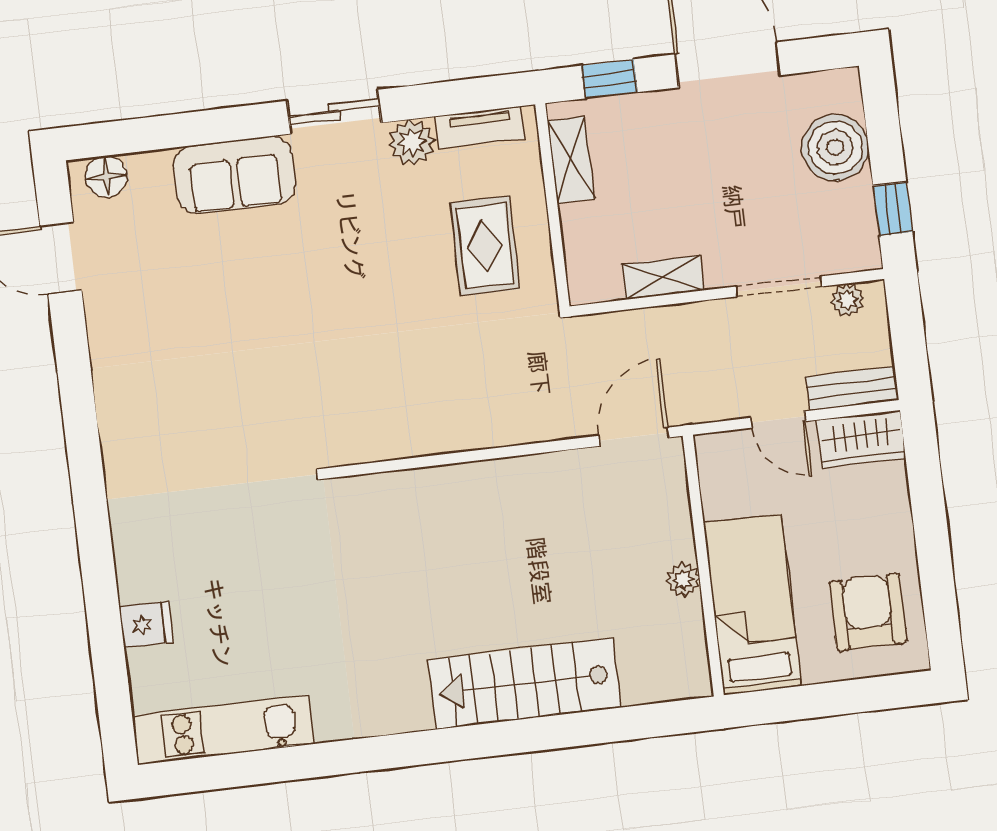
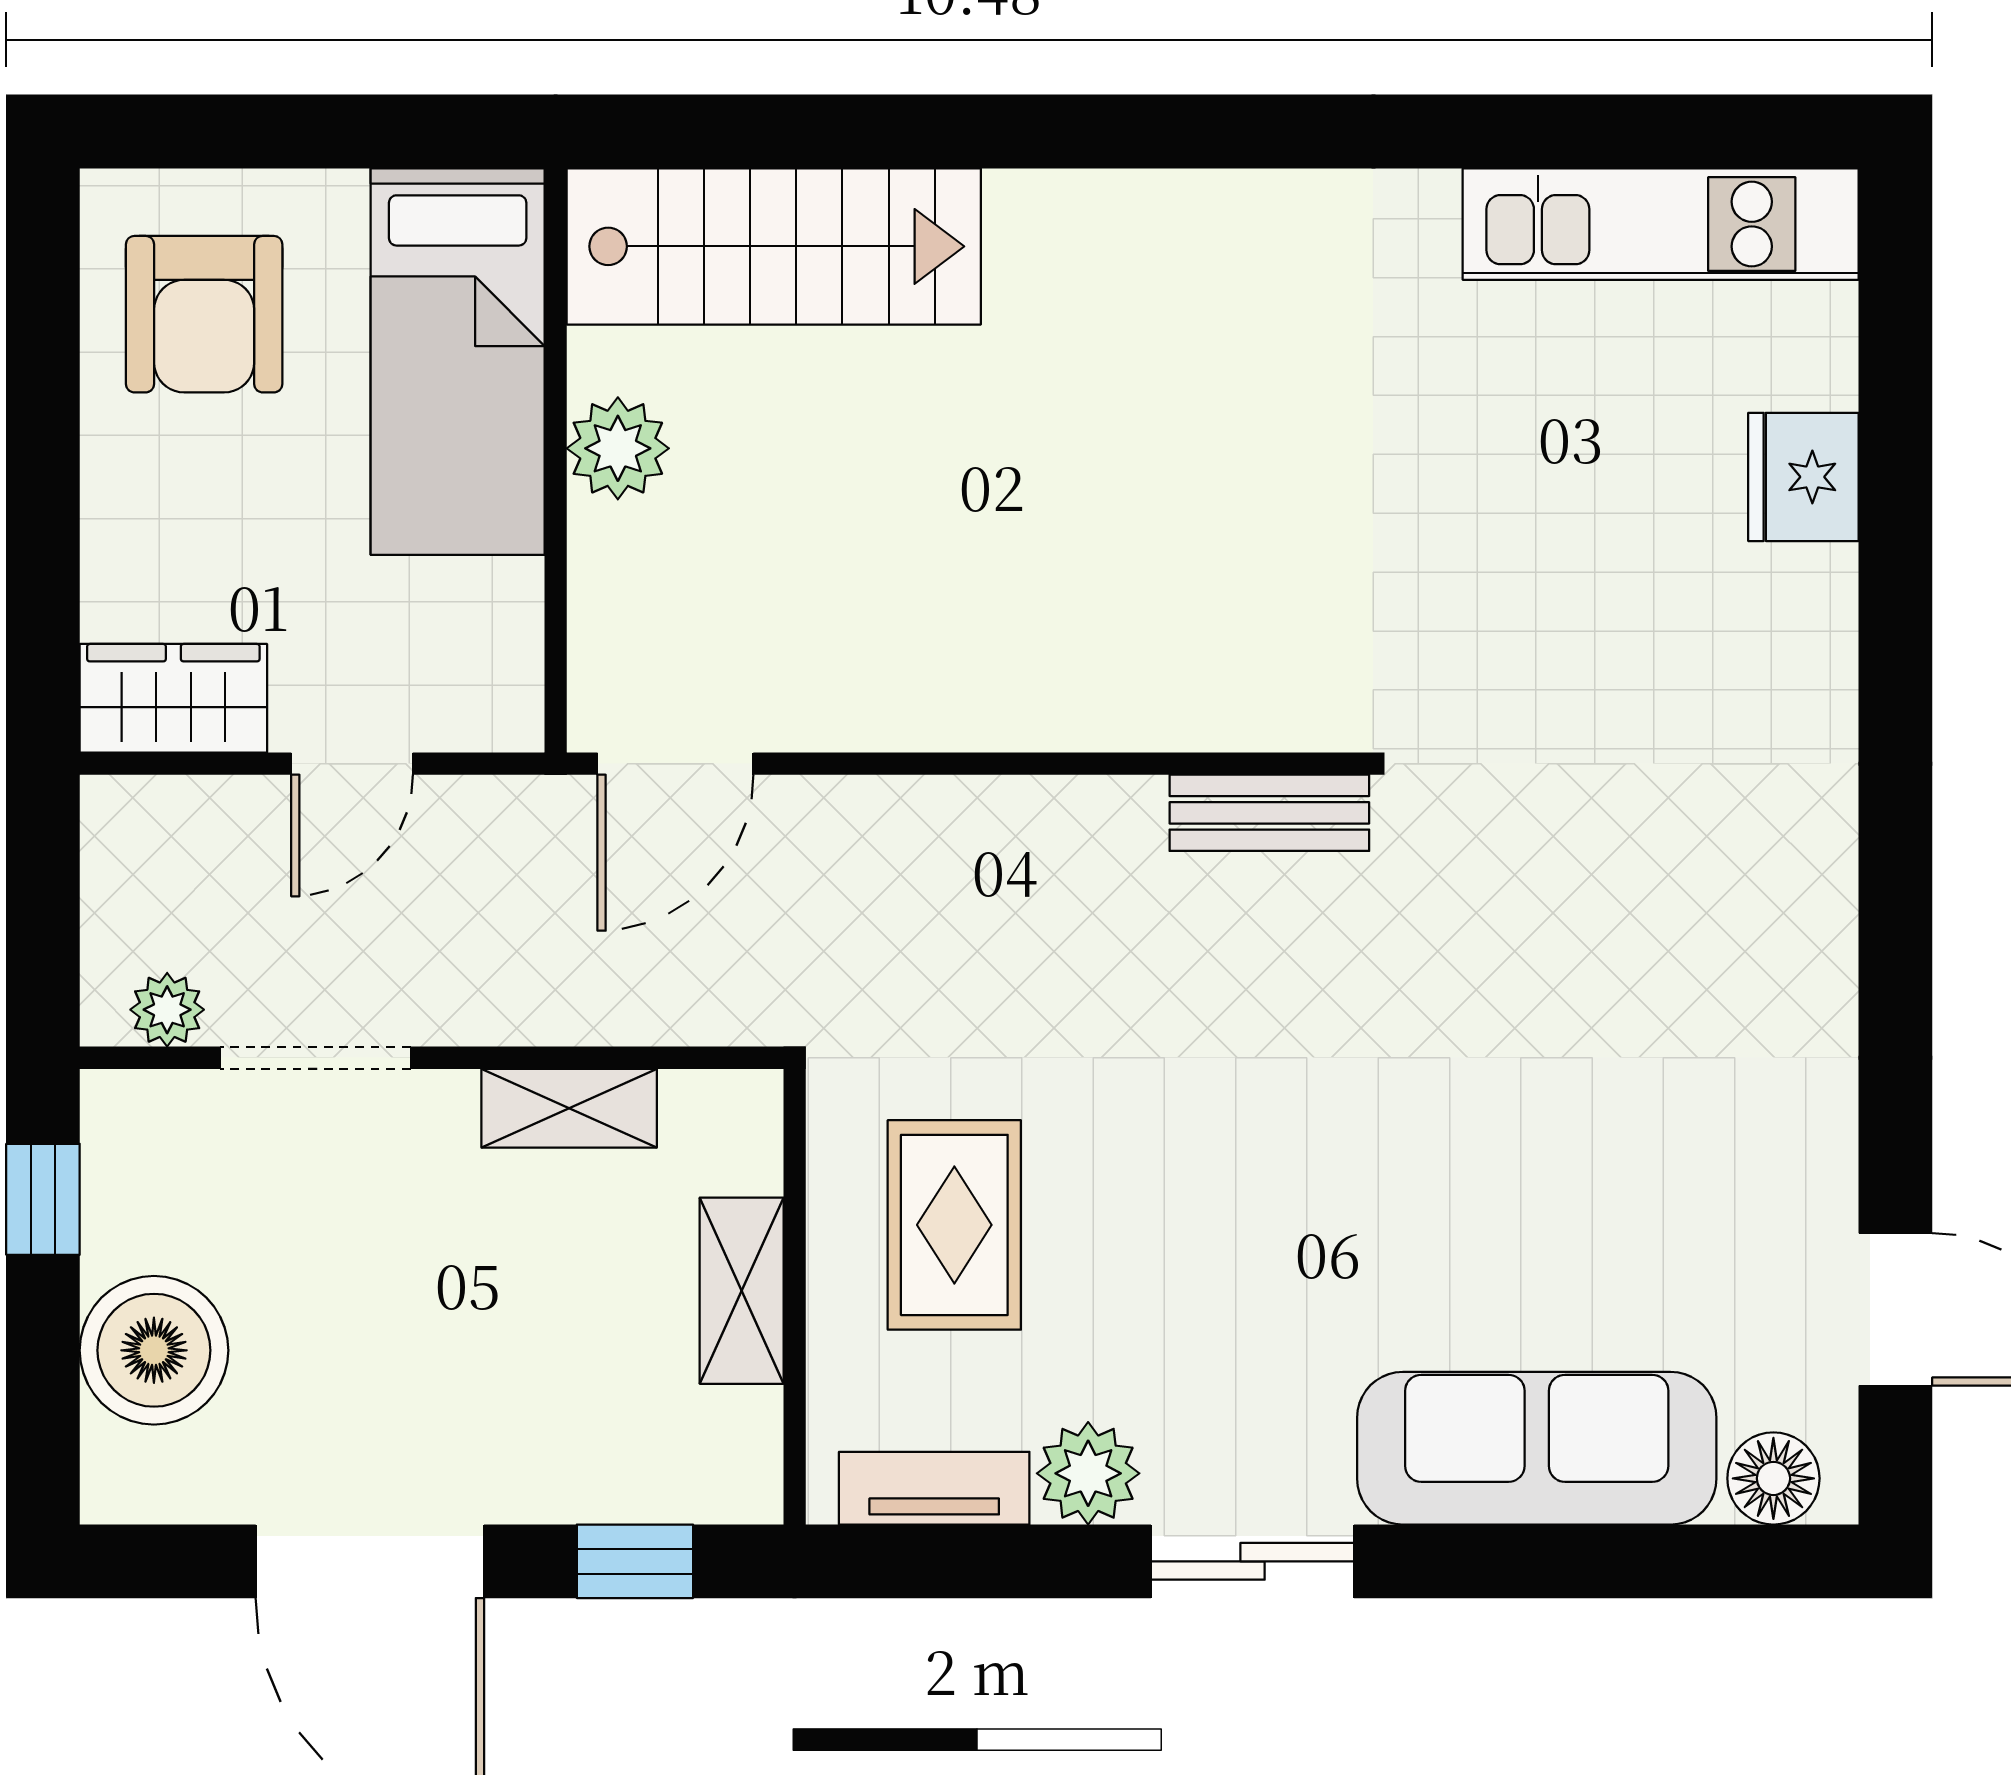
shelving: (571, 160) -> (742, 1291), moved
sofa: (235, 175) -> (1537, 1448), width x1.36
bench: (852, 388) -> (1269, 813), moved
door: (778, 420) -> (352, 764), swing flipped
plant: (683, 580) -> (618, 448), width x1.38, depth x1.38
fridge: (146, 625) -> (1803, 477), width x1.38
stairs: (525, 684) -> (774, 246), moved

